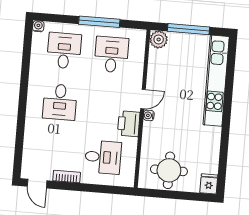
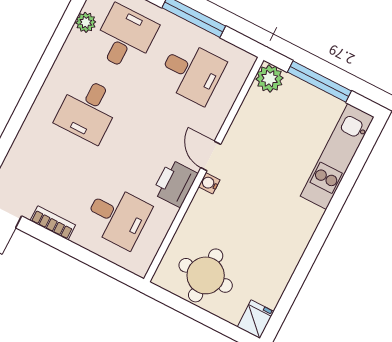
plant: (37, 51) -> (86, 22), added
desk: (111, 55) -> (192, 72), turned 90
kitchen unit: (216, 81) -> (337, 156), width x0.73
door: (143, 99) -> (211, 156), swing flipped

